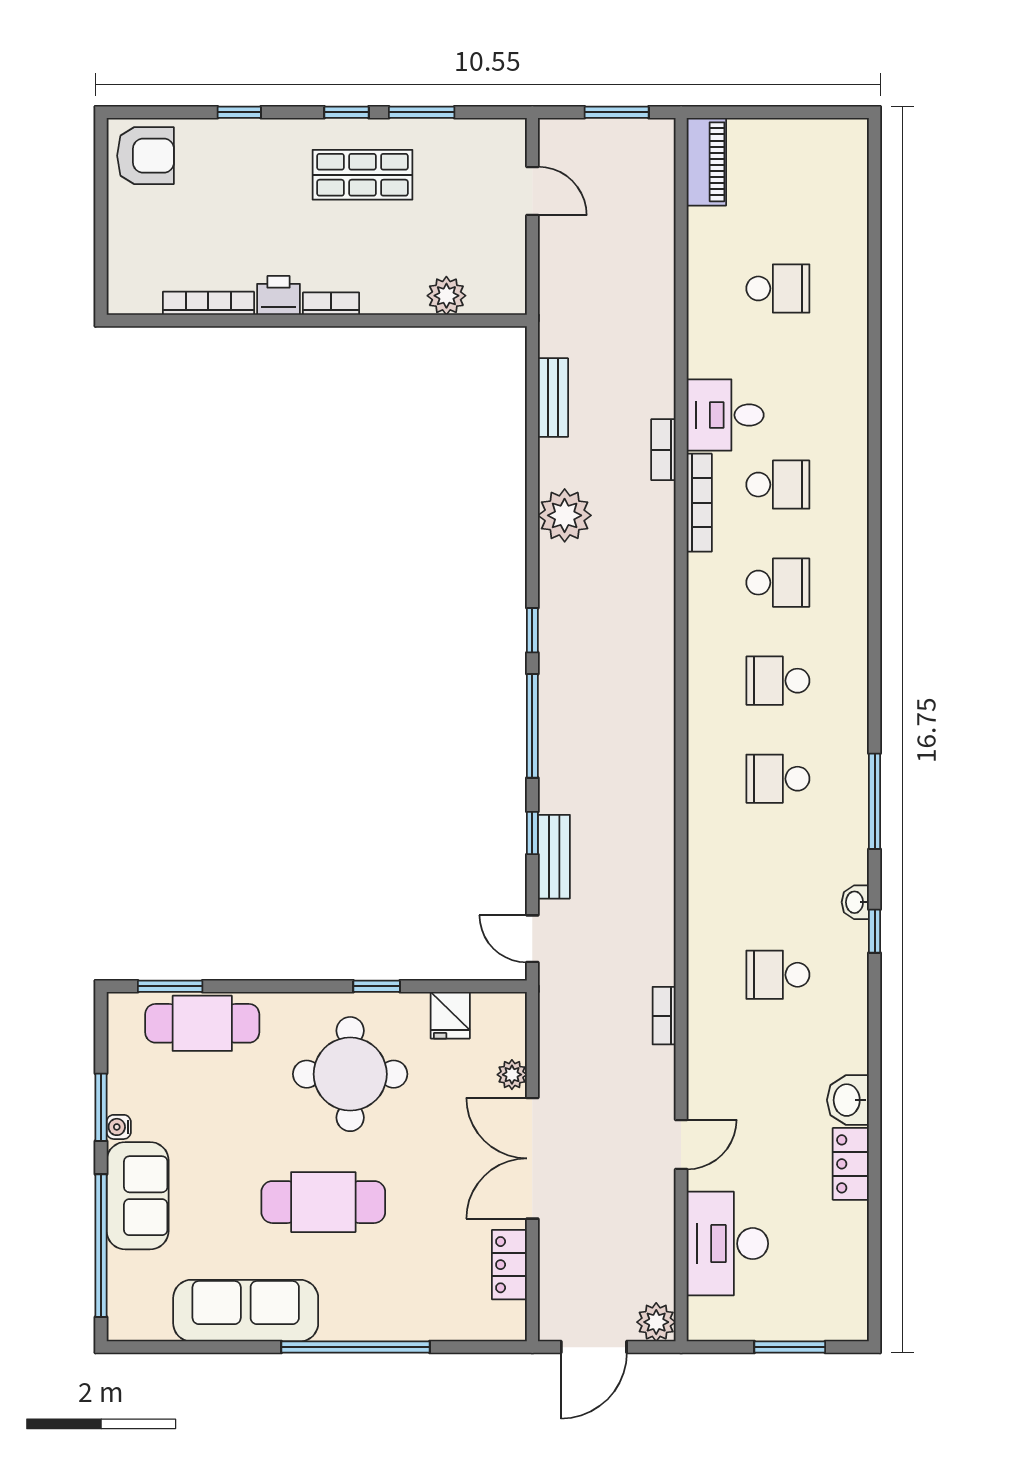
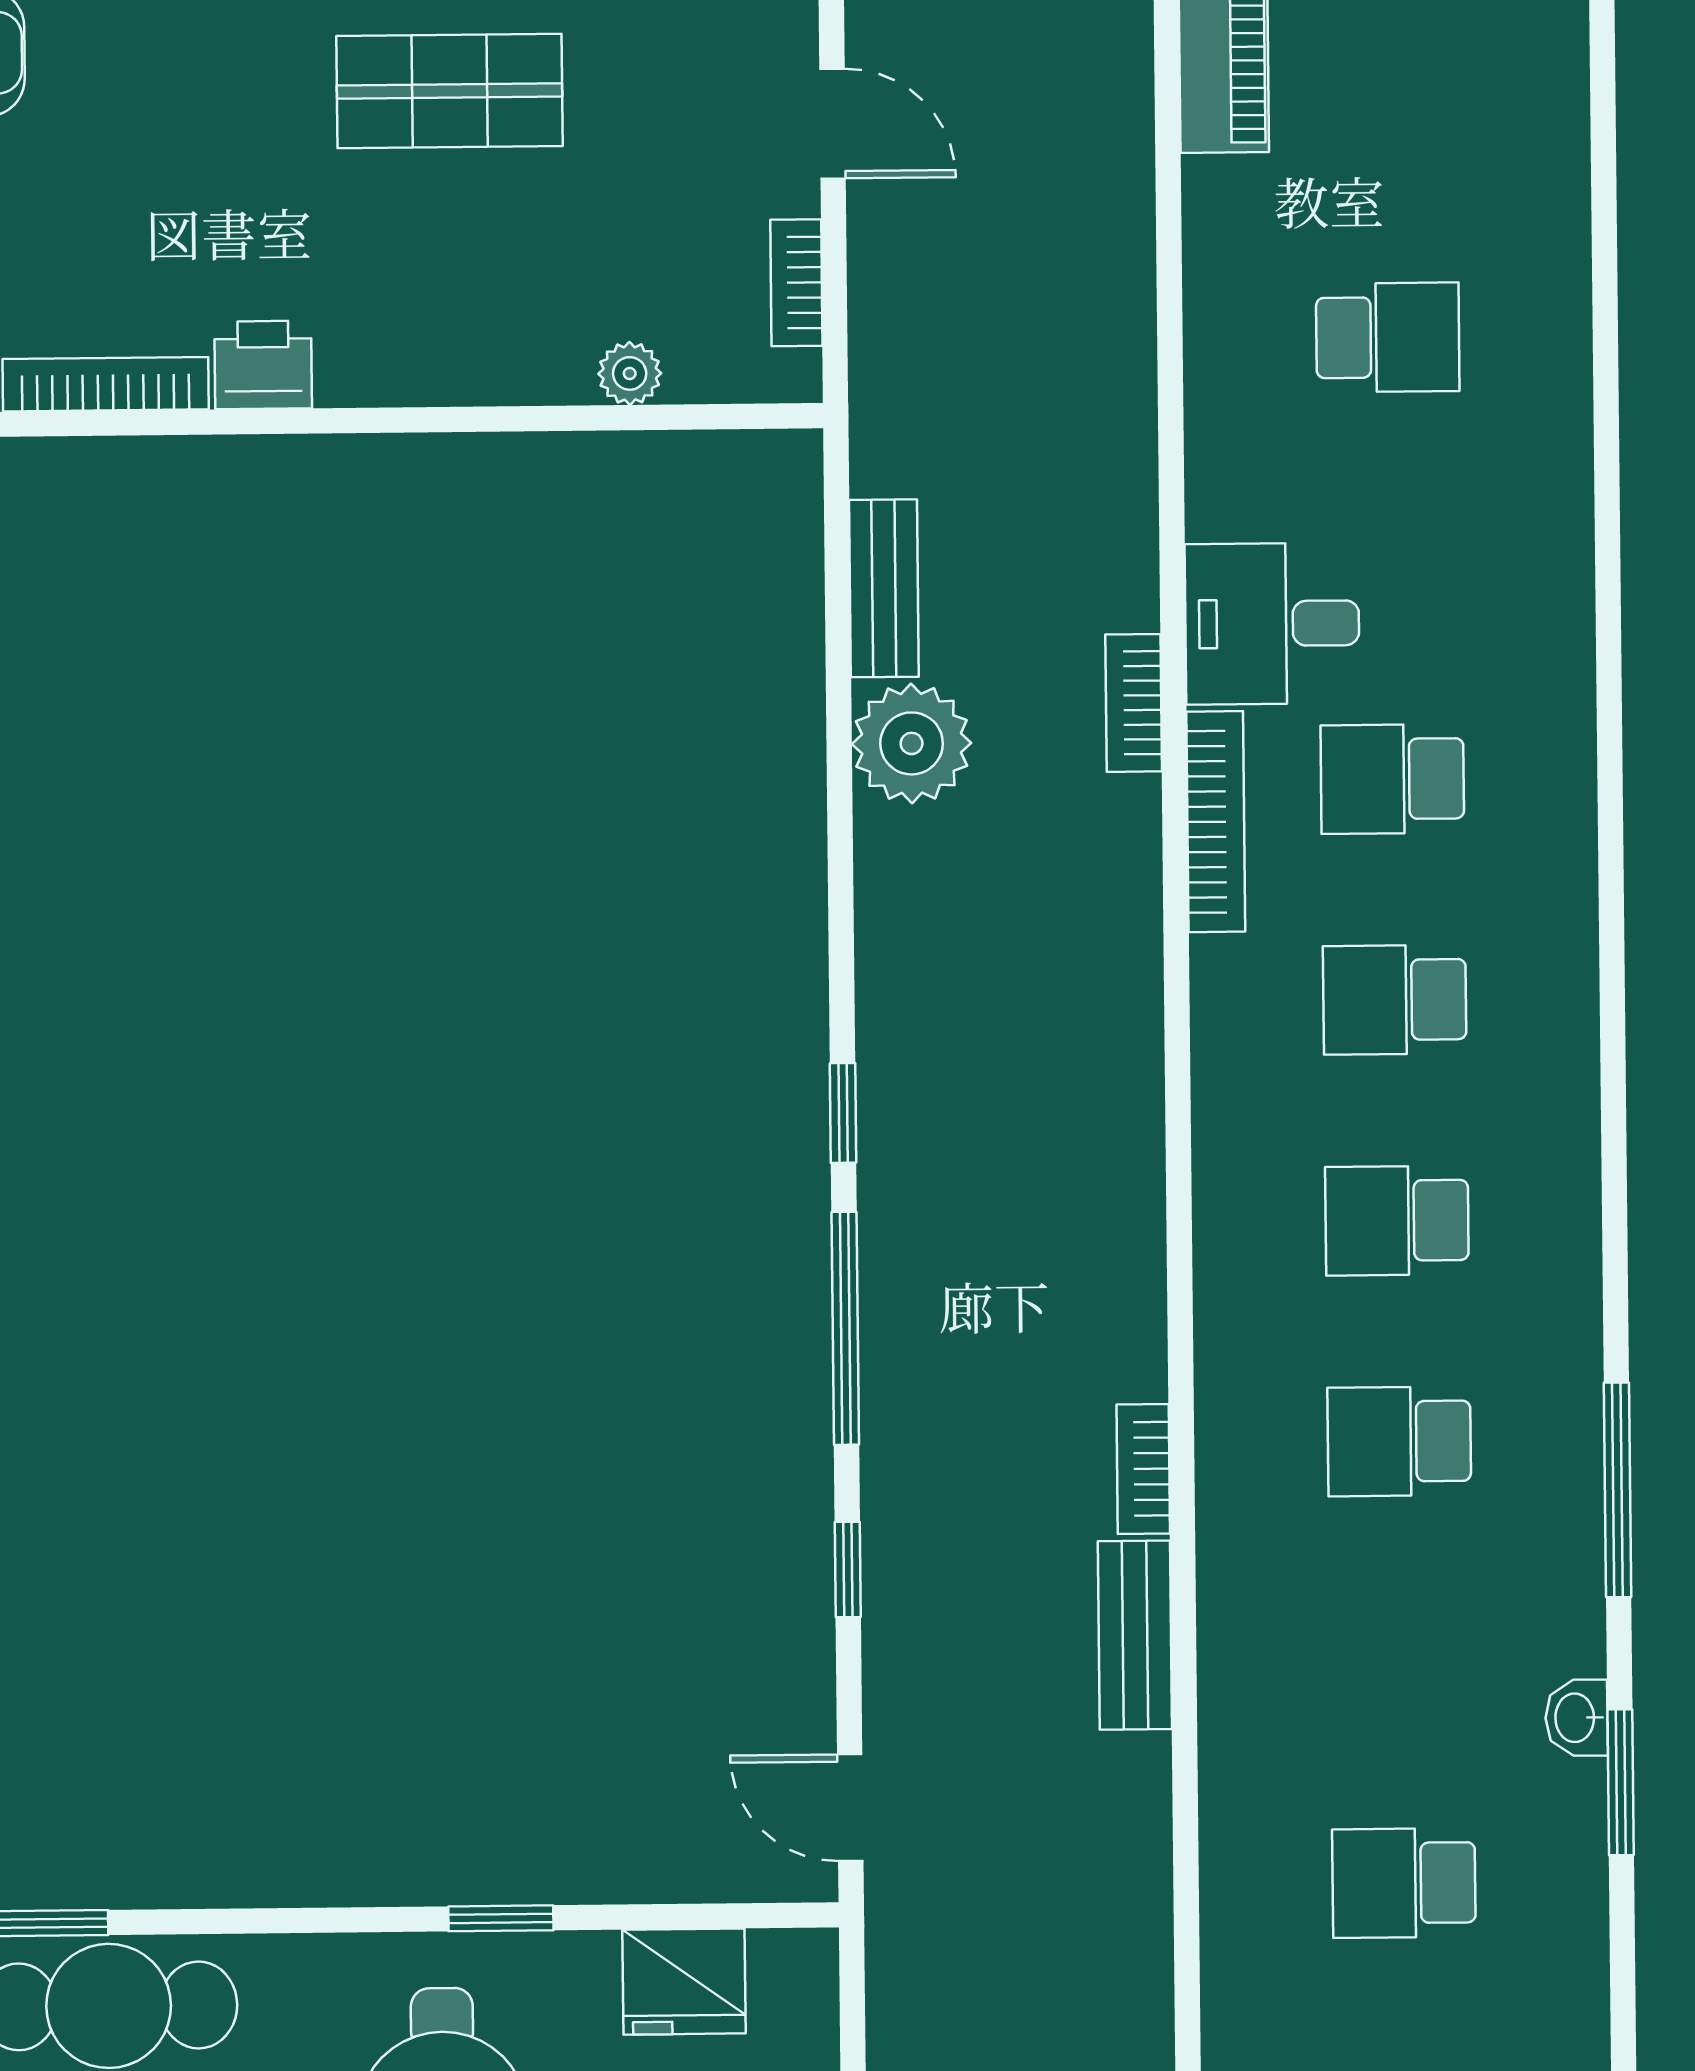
plant: (446, 296) -> (630, 373), width x0.73, depth x0.73
bookcase: (331, 304) -> (796, 283), moved, turned -90
school desk: (778, 485) -> (1392, 779), turned 180
plant: (565, 515) -> (912, 743), moved
school desk: (778, 583) -> (1395, 1000), turned 180
bench: (554, 857) -> (1135, 1635), moved
window: (875, 931) -> (1621, 1782), width x1.50
fridge: (450, 1015) -> (684, 1982), width x1.38
bookcase: (664, 1016) -> (1143, 1469), moved

